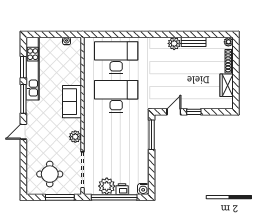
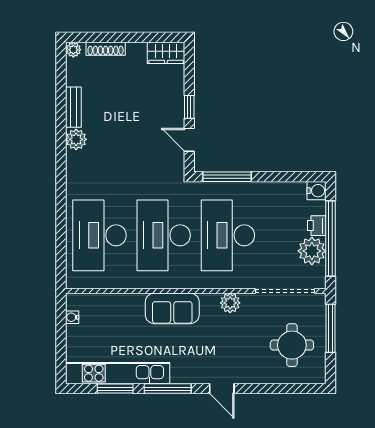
wardrobe: (227, 85) -> (166, 53), moved
desk: (116, 135) -> (228, 235), added

